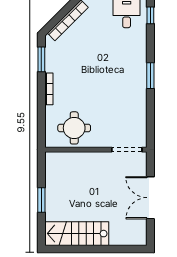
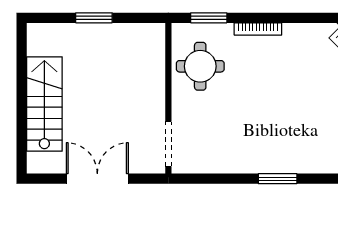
window: (41, 59) -> (209, 18), moved
stairs: (77, 234) -> (44, 104), moved

